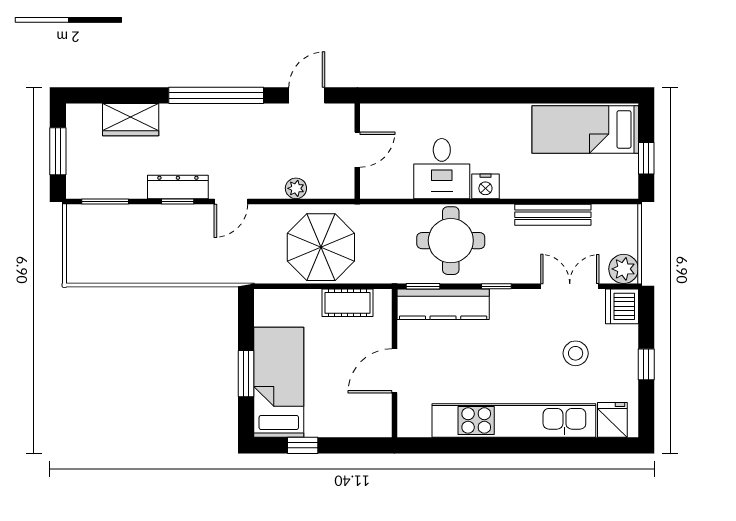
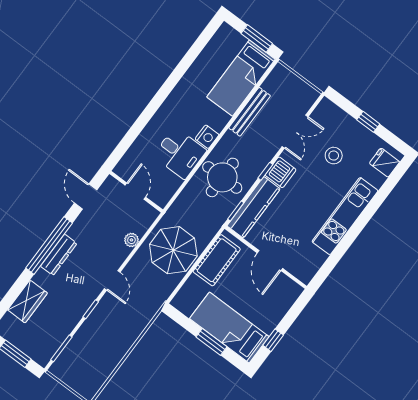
bed: (585, 129) -> (241, 78), moved
window: (646, 158) -> (257, 38), width x1.50
dresser: (178, 187) -> (59, 255), moved, turned 180
plant: (624, 269) -> (307, 95), removed
double door: (570, 286) -> (295, 132), swing flipped
cot: (348, 303) -> (217, 260), width x1.37, depth x1.34
dishwasher: (622, 306) -> (281, 172), moved, turned -90
kitchen unit: (514, 420) -> (345, 216), width x0.73

